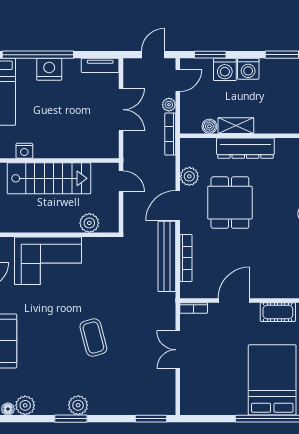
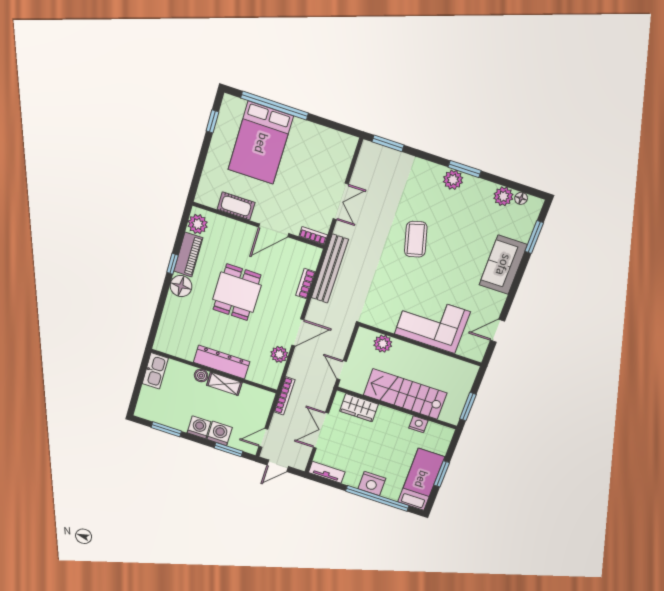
plant: (169, 105) -> (278, 421), removed
boiler: (209, 126) -> (201, 376), moved
wardrobe: (90, 148) -> (359, 408), added
dining table: (230, 203) -> (237, 292), moved
bench: (167, 256) -> (330, 269), moved
bookcase: (186, 258) -> (306, 284), width x0.64

